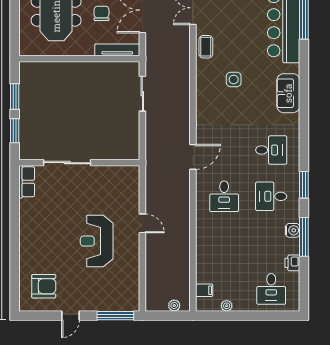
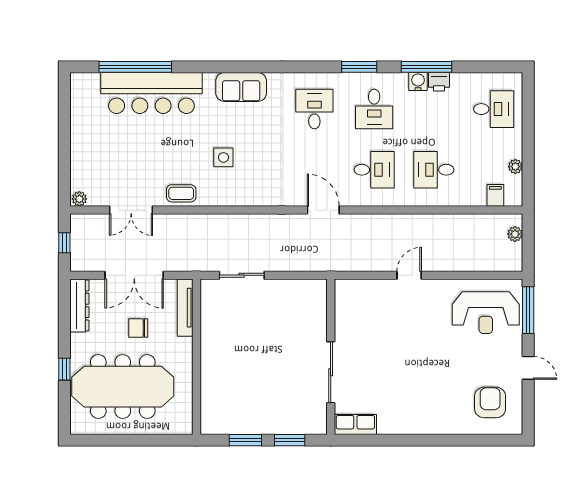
reception desk: (97, 241) -> (486, 313), moved
desk: (224, 243) -> (434, 170), added
printer: (292, 263) -> (439, 82), moved

